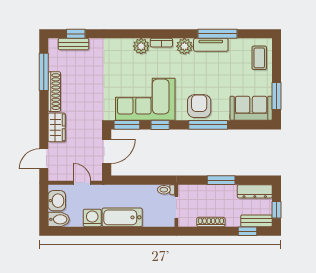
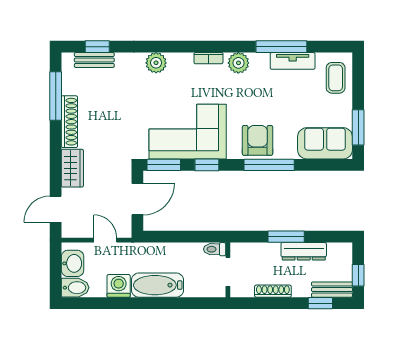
tv unit: (211, 45) -> (293, 61), moved
plant: (141, 46) -> (156, 63), moved
dresser: (255, 191) -> (304, 251), moved

